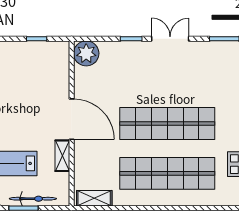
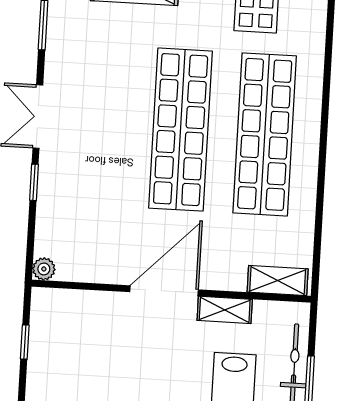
plant: (86, 53) -> (44, 269), width x0.53, depth x0.53
shelving: (94, 198) -> (278, 280), moved, turned 90

